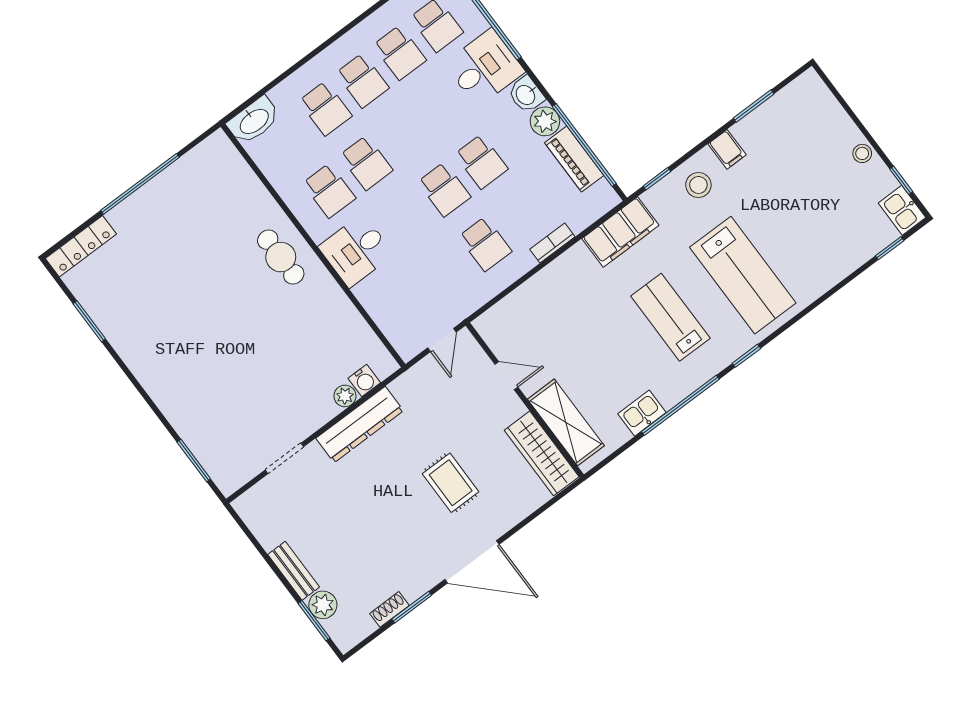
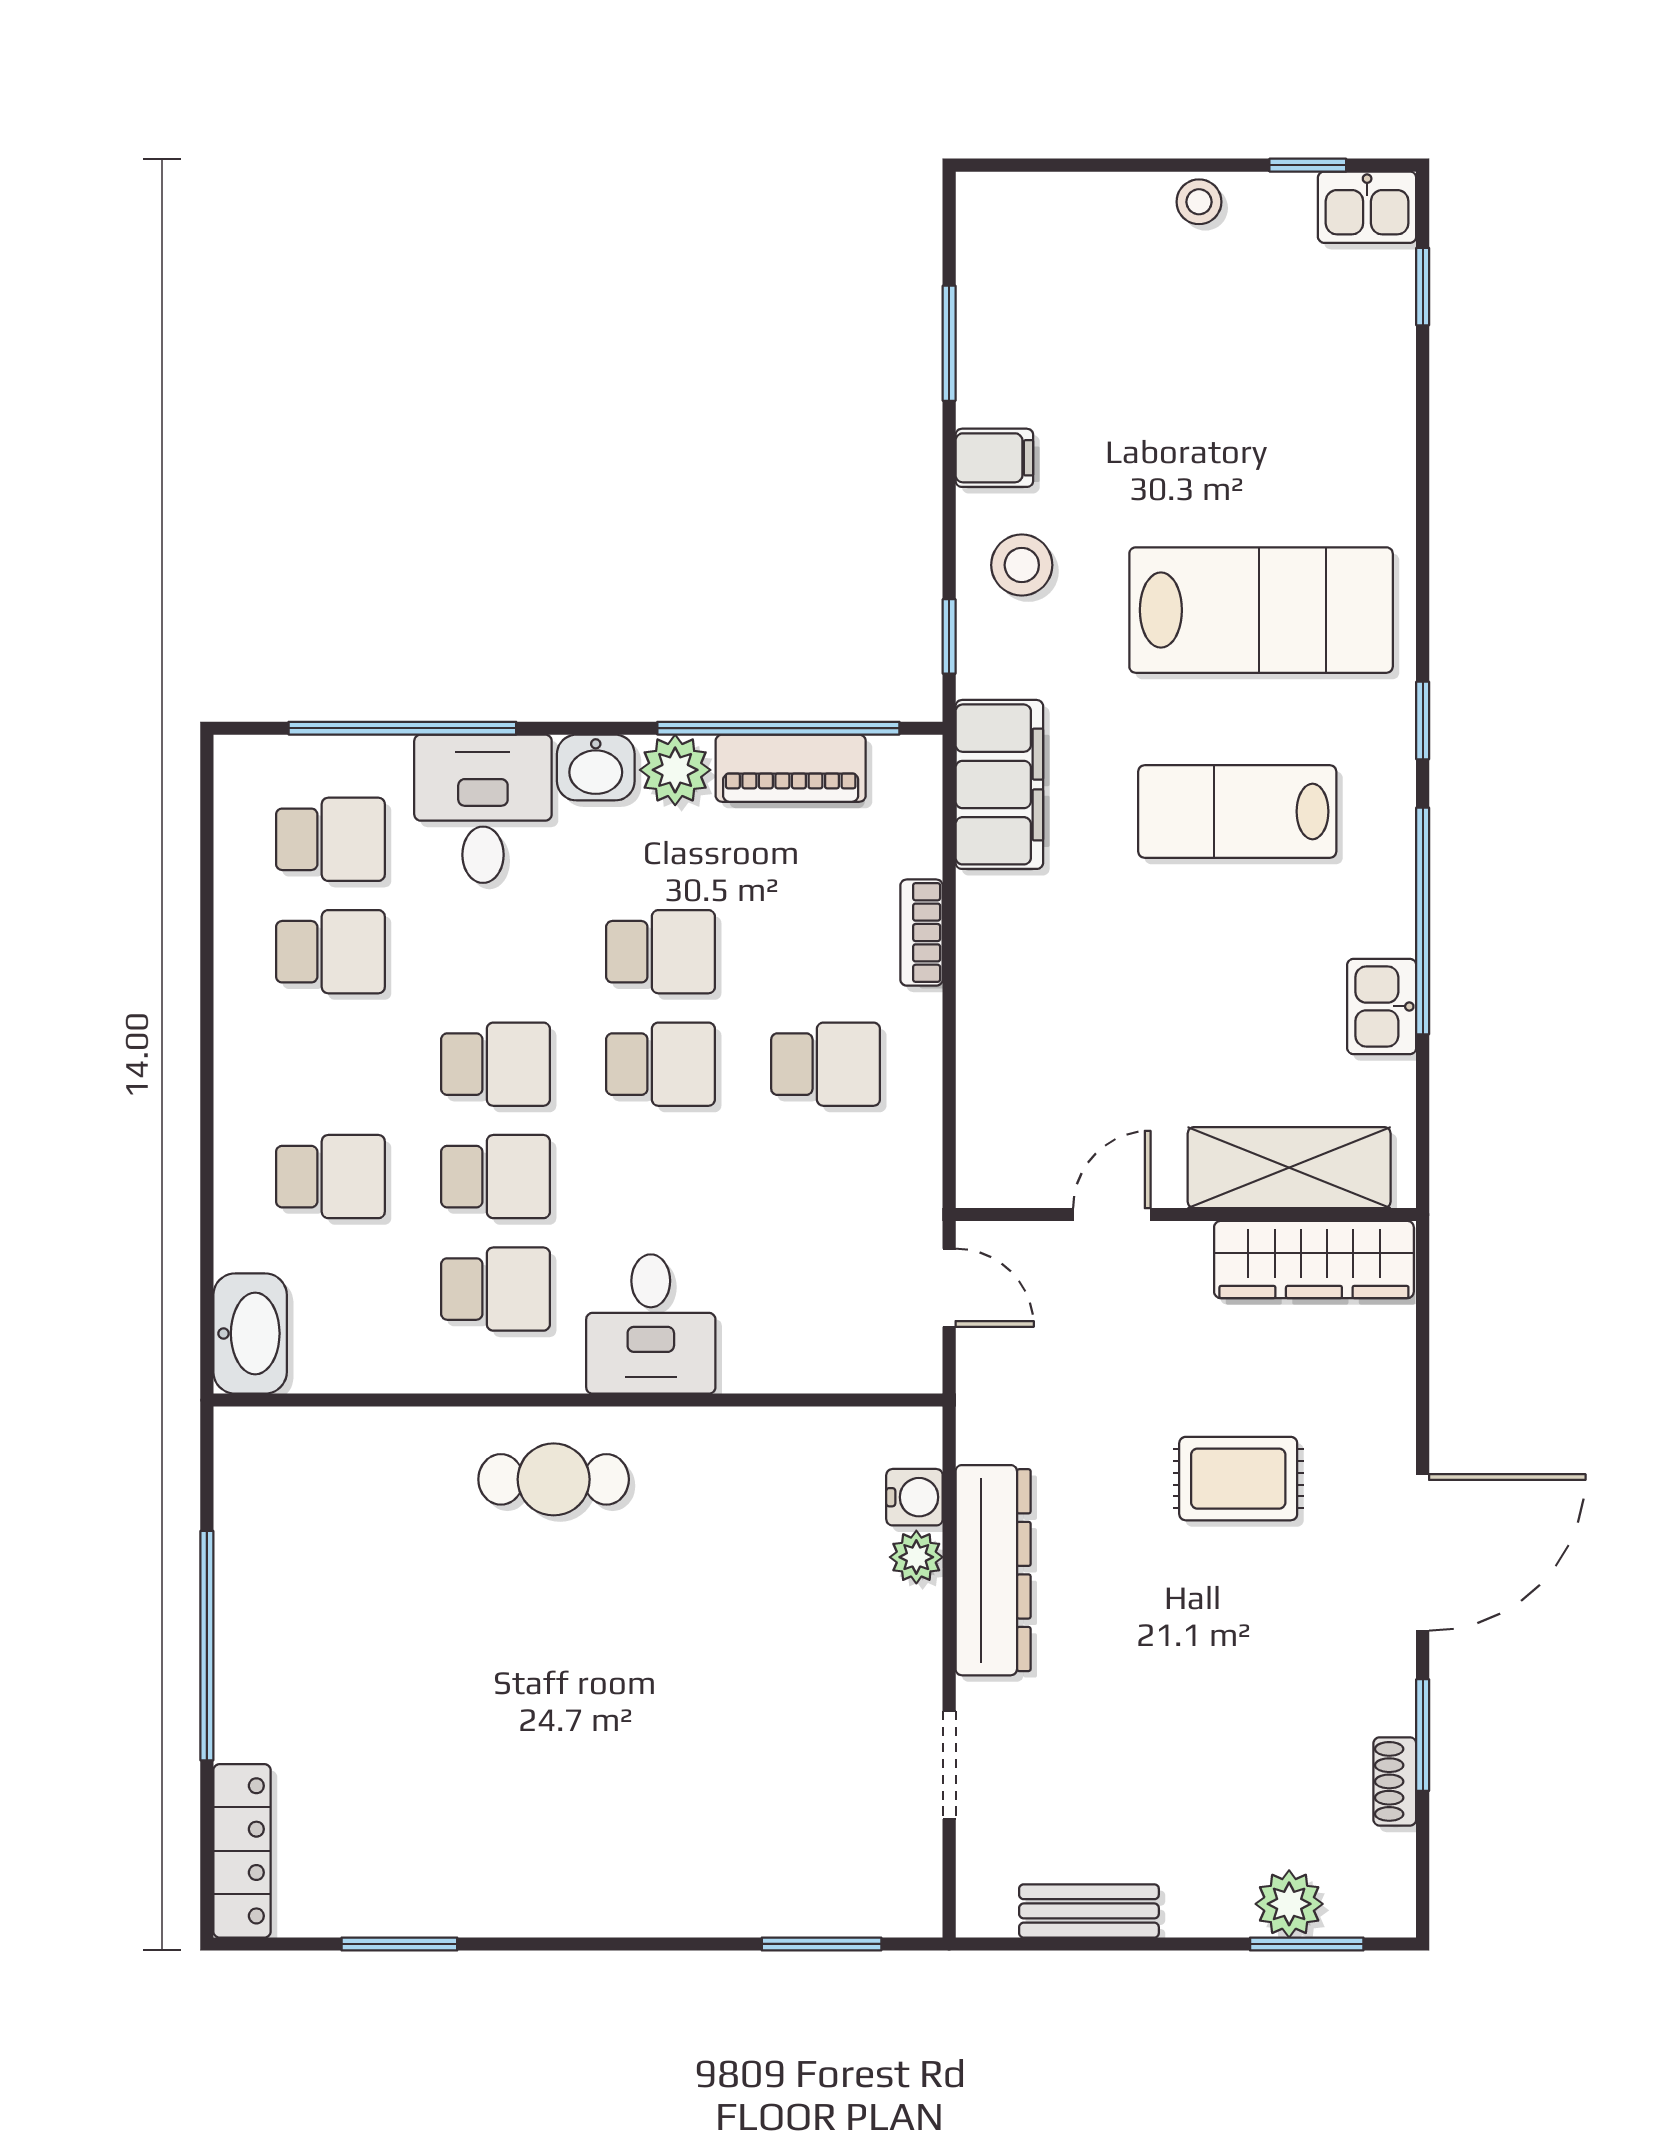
school desk: (362, 81) -> (495, 1064), moved
bench: (294, 571) -> (1089, 1911), moved

